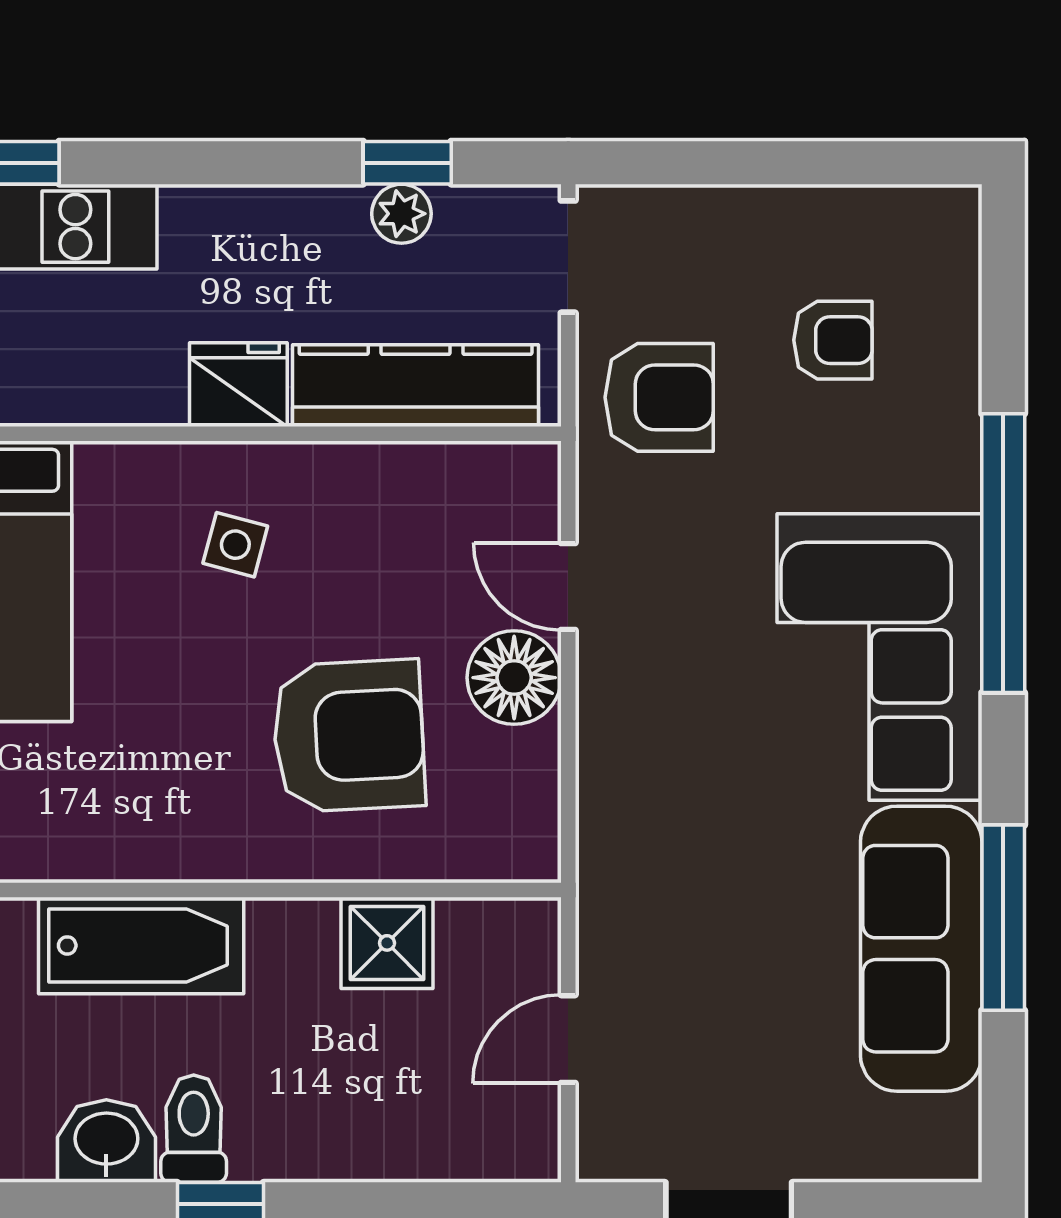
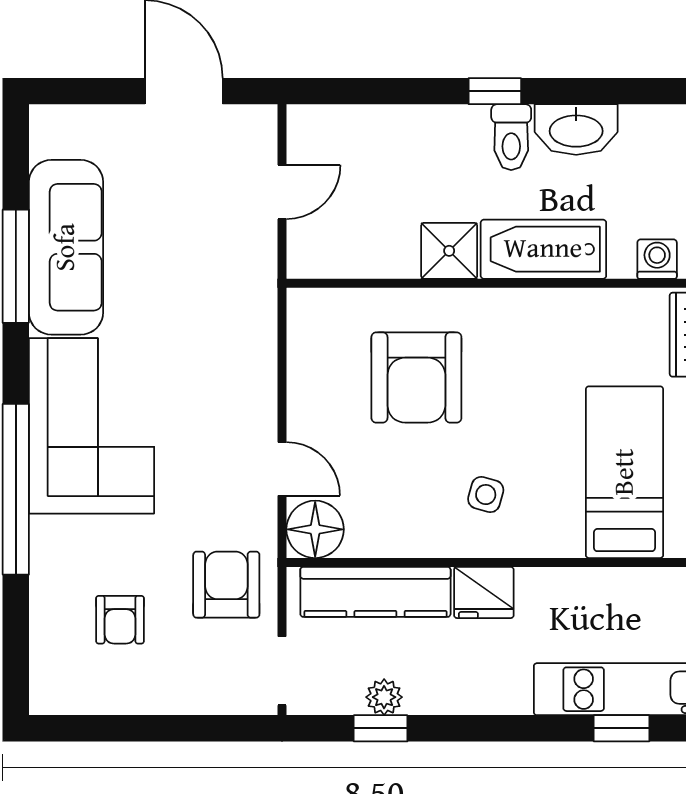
armchair: (833, 340) -> (120, 620), turned -90
armchair: (659, 397) -> (226, 585), turned 90
floor lamp: (514, 678) -> (315, 529), moved
armchair: (349, 736) -> (416, 378), turned -87
shower: (387, 943) -> (449, 251), moved
washbasin: (106, 1141) -> (576, 130), width x1.38

